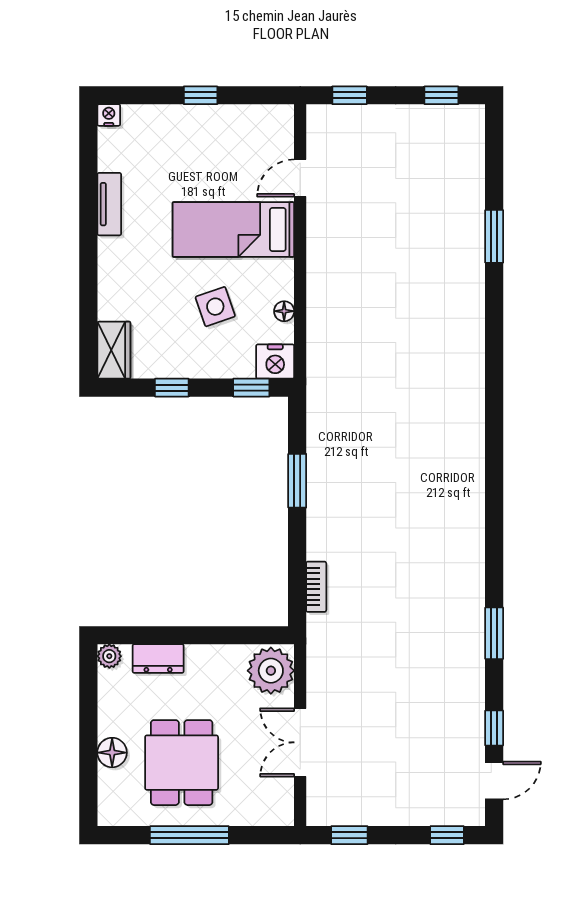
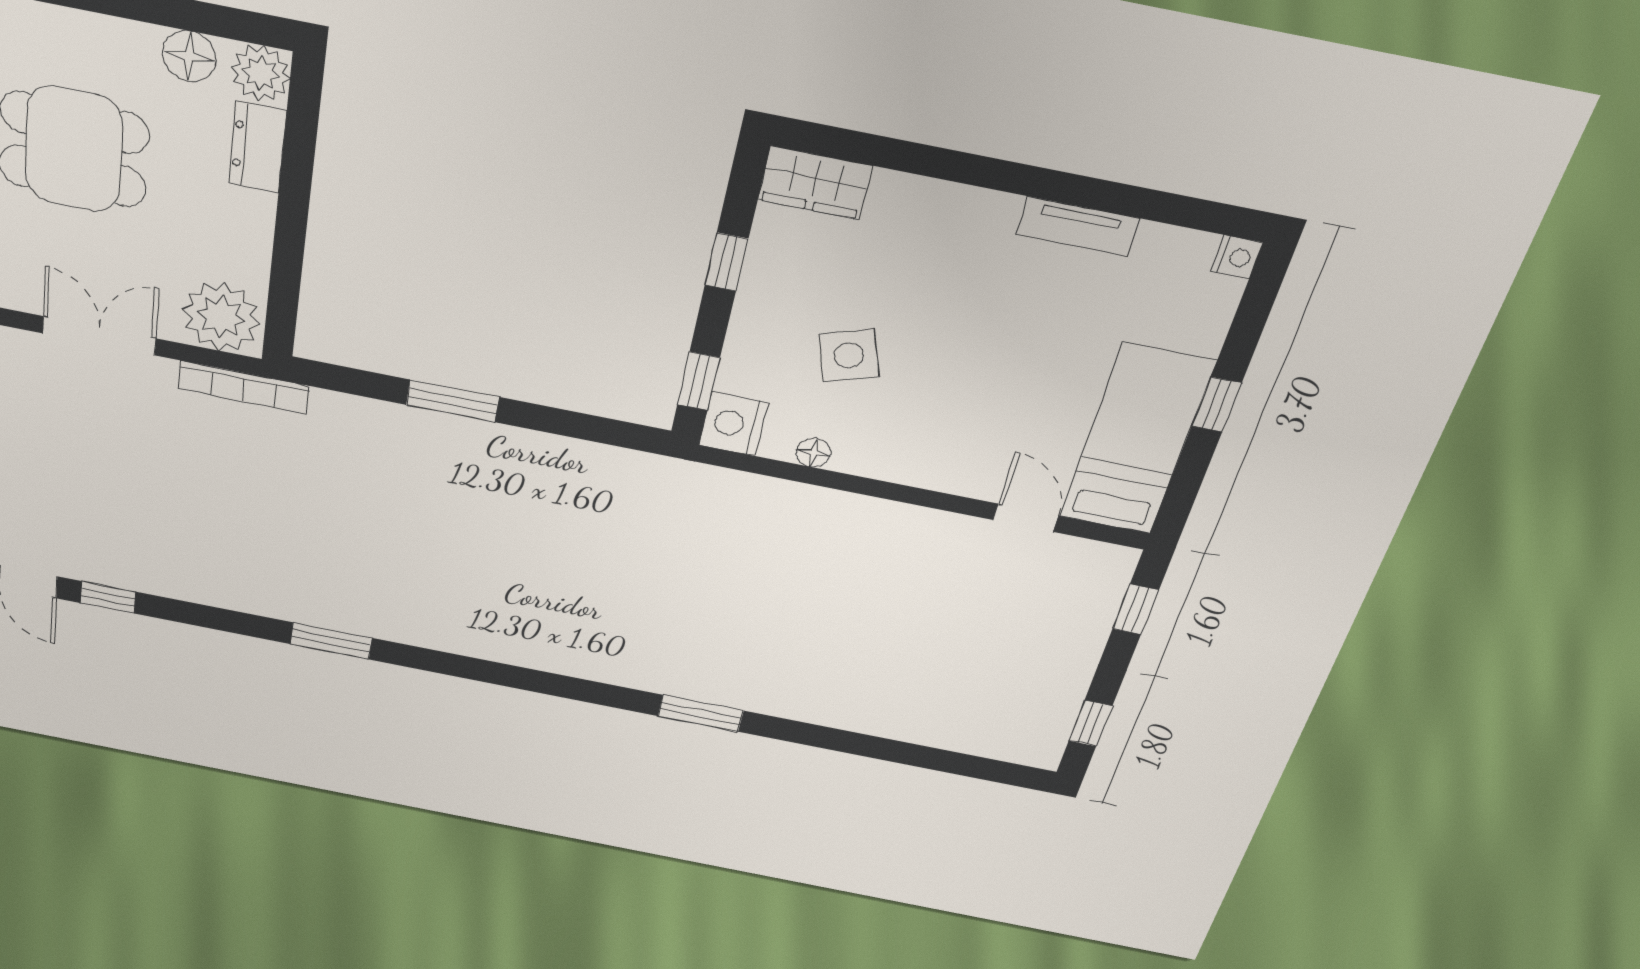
bed: (233, 230) -> (1137, 440), moved
window: (494, 236) -> (701, 713), moved
window: (297, 481) -> (453, 401), moved
bookcase: (316, 587) -> (244, 387), moved, width x1.56
window: (494, 633) -> (331, 641), moved
plant: (109, 656) -> (261, 73), width x1.38, depth x1.38
floor lamp: (112, 753) -> (189, 56), moved

